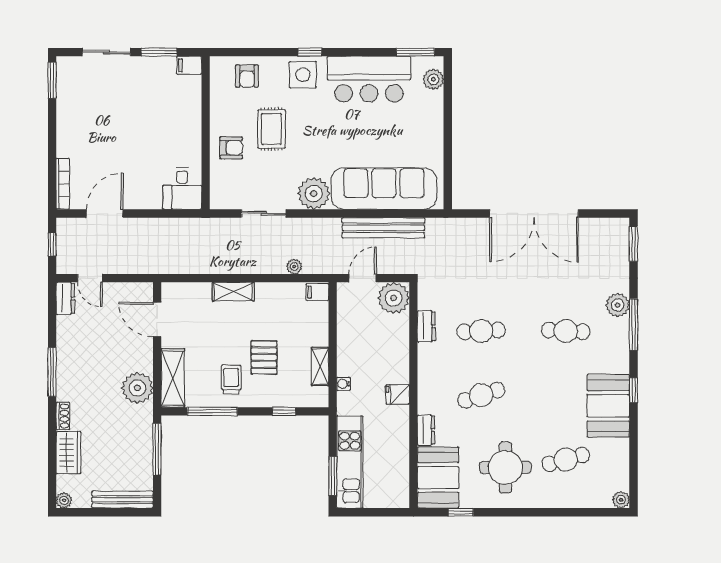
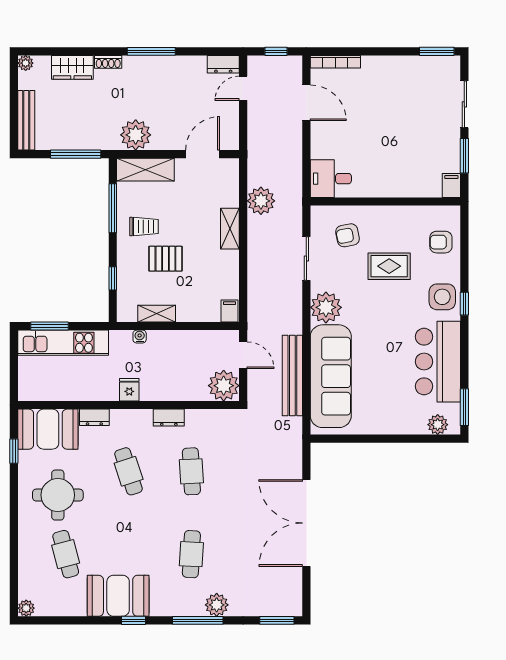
armchair: (231, 148) -> (348, 235), moved, turned 79
plant: (294, 267) -> (261, 201), moved, width x1.87, depth x1.87
dresser: (426, 326) -> (169, 418), moved

